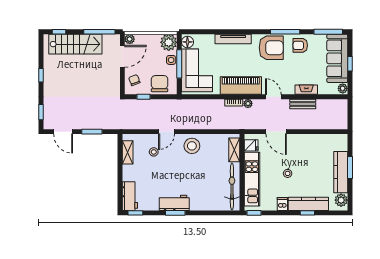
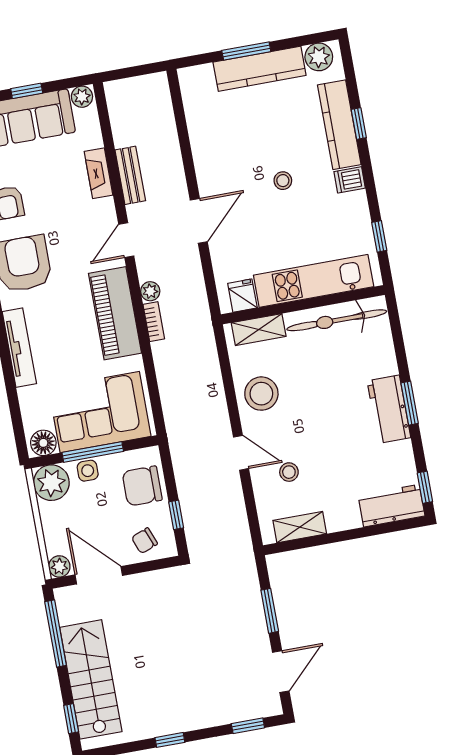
fridge: (251, 145) -> (242, 296), moved
shelving: (234, 150) -> (259, 330), moved
wall: (242, 172) -> (303, 305), moved
kitchen unit: (252, 179) -> (314, 281), moved
bicycle: (232, 186) -> (337, 320), moved

